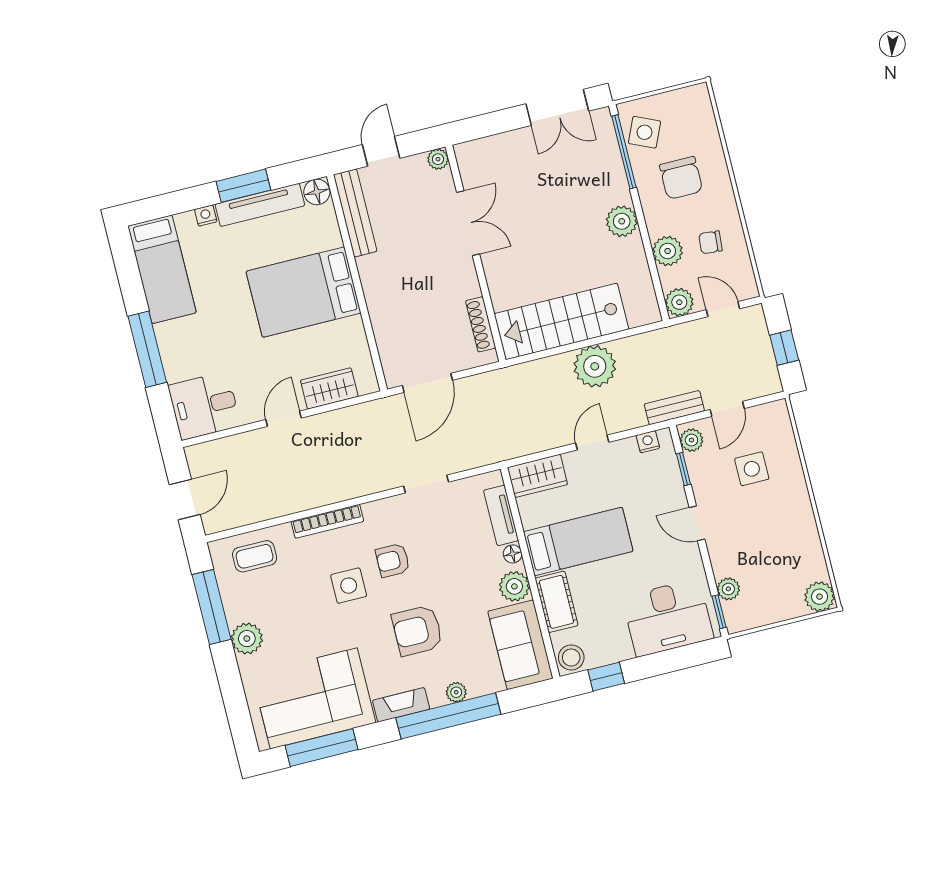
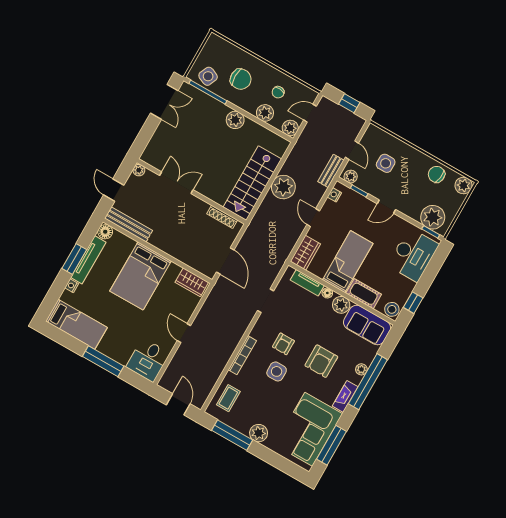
wardrobe: (329, 388) -> (192, 282), moved, turned -90
chair: (800, 548) -> (437, 174), added
plant: (728, 589) -> (433, 217), width x1.87, depth x1.87

